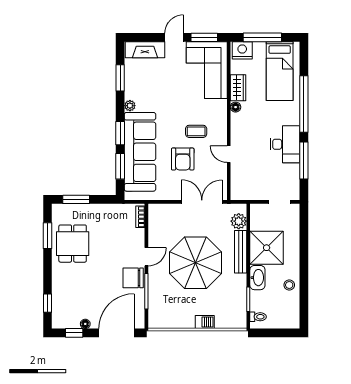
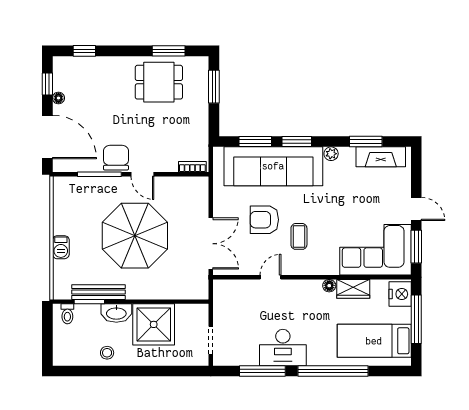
fireplace: (145, 50) -> (381, 157), moved, turned -90
plant: (239, 221) -> (187, 290), removed
bench: (241, 252) -> (98, 292), moved

